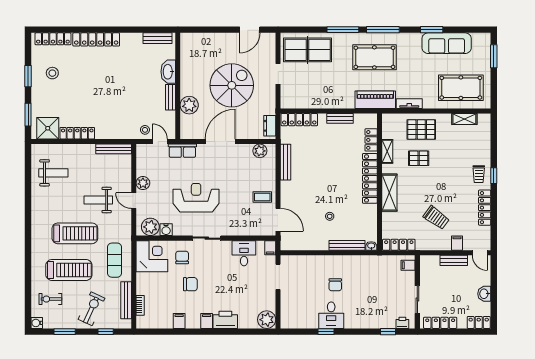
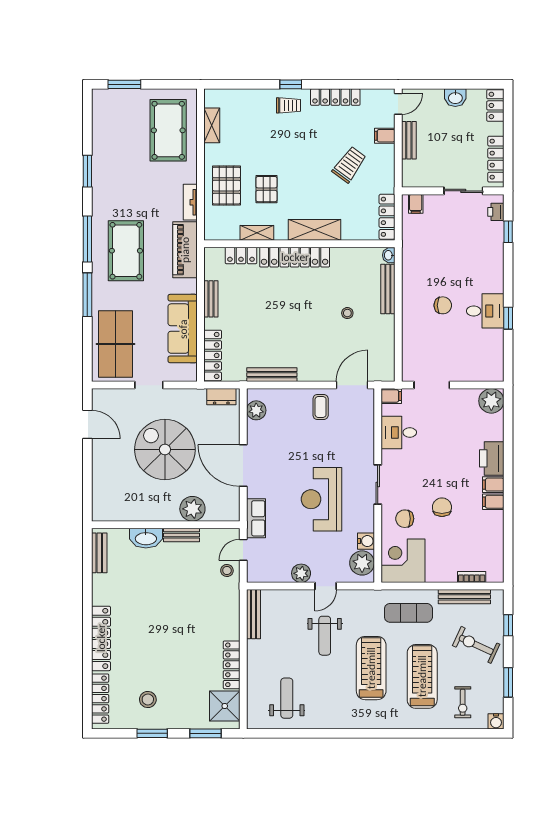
sofa: (447, 43) -> (183, 329), moved, turned 180
filing cabinet: (179, 321) -> (493, 502), moved

